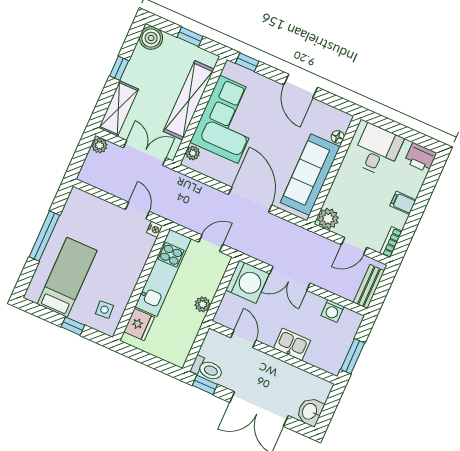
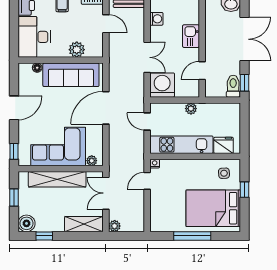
window: (119, 68) -> (44, 236), moved
desk: (377, 150) -> (34, 37), width x1.37
plant: (328, 219) -> (77, 50), moved
bed: (67, 277) -> (213, 208), width x1.50

